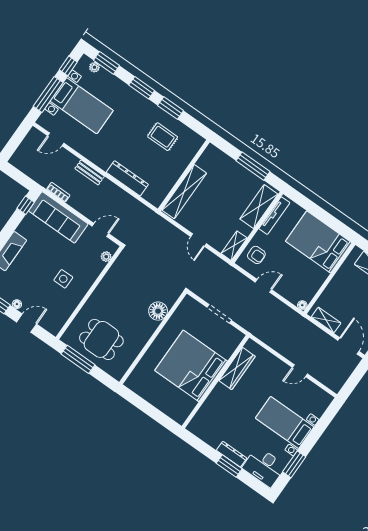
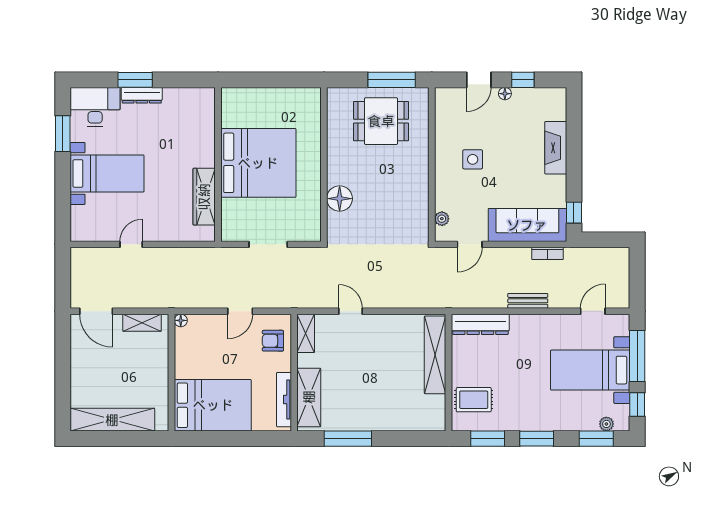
wall: (184, 176) -> (448, 373), moved
shelving: (184, 192) -> (435, 355), moved

